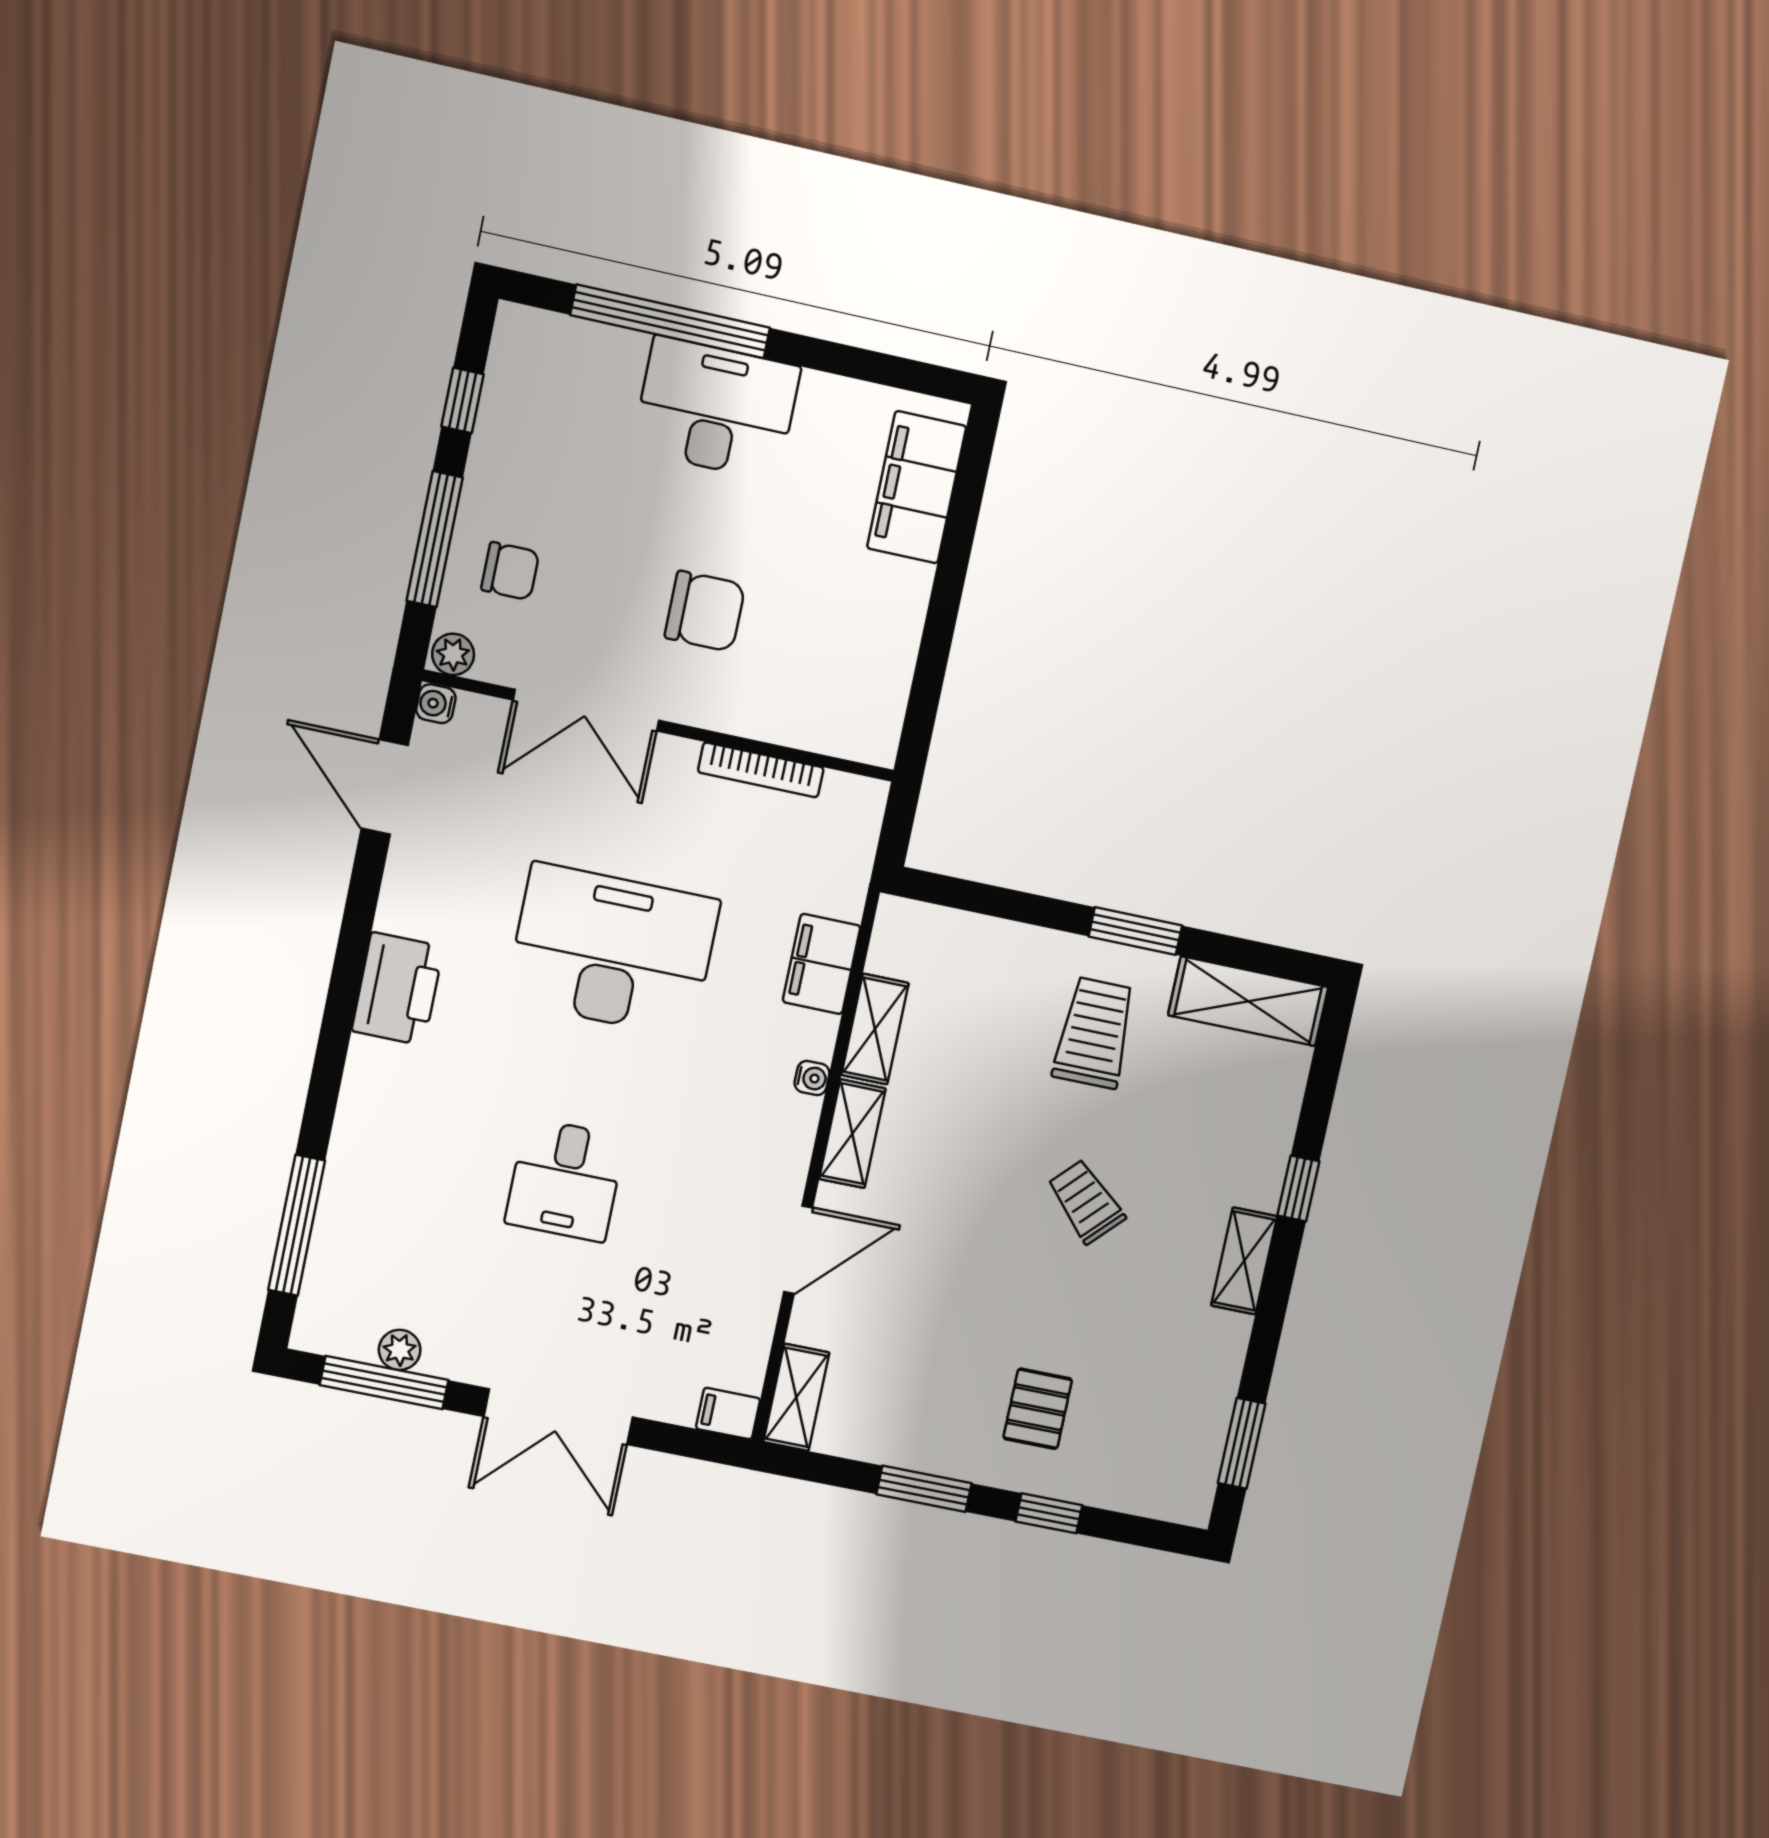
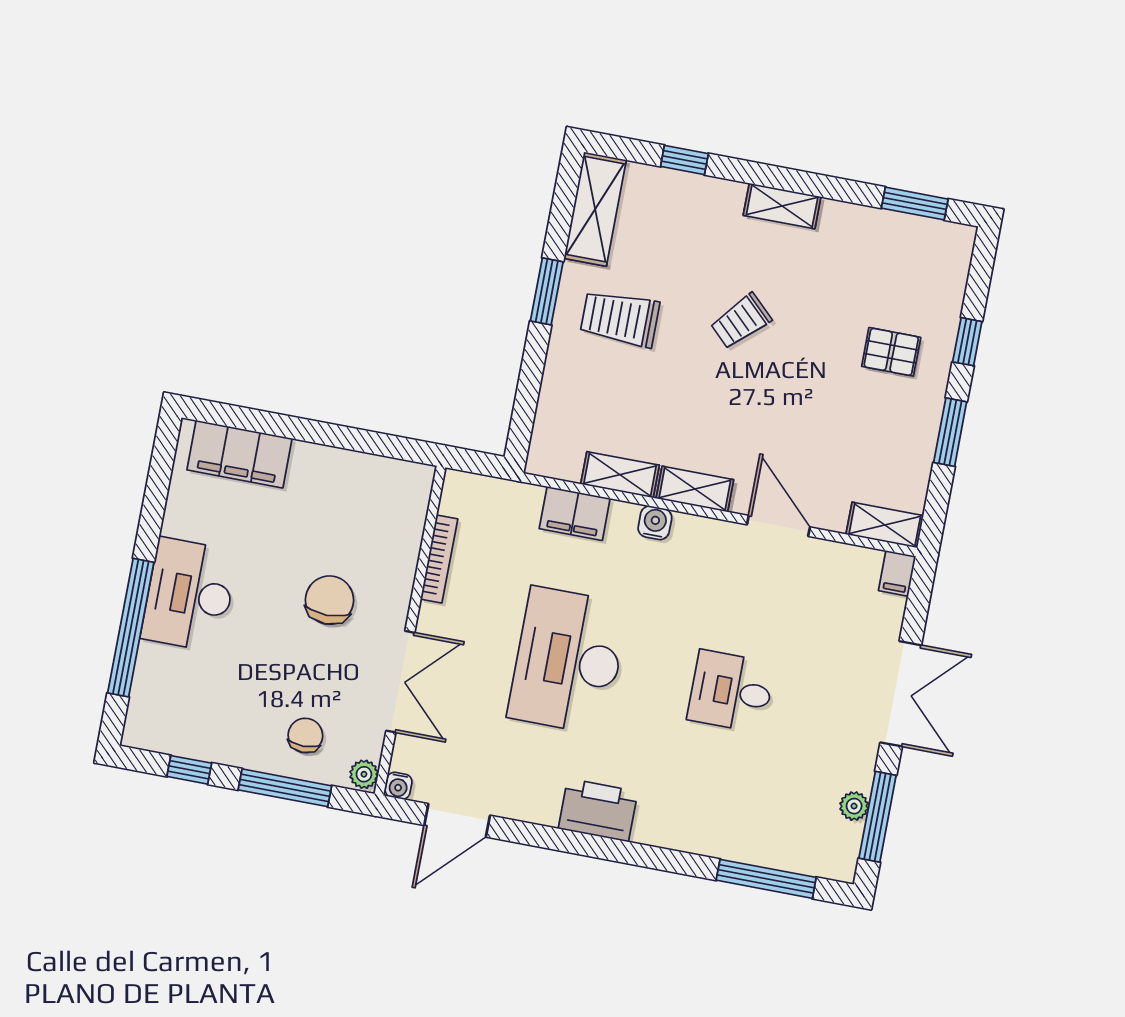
water cooler: (812, 1078) -> (655, 523), width x1.38, depth x1.38
desk: (565, 1180) -> (731, 691), turned 180
window: (1298, 1189) -> (684, 160), moved

